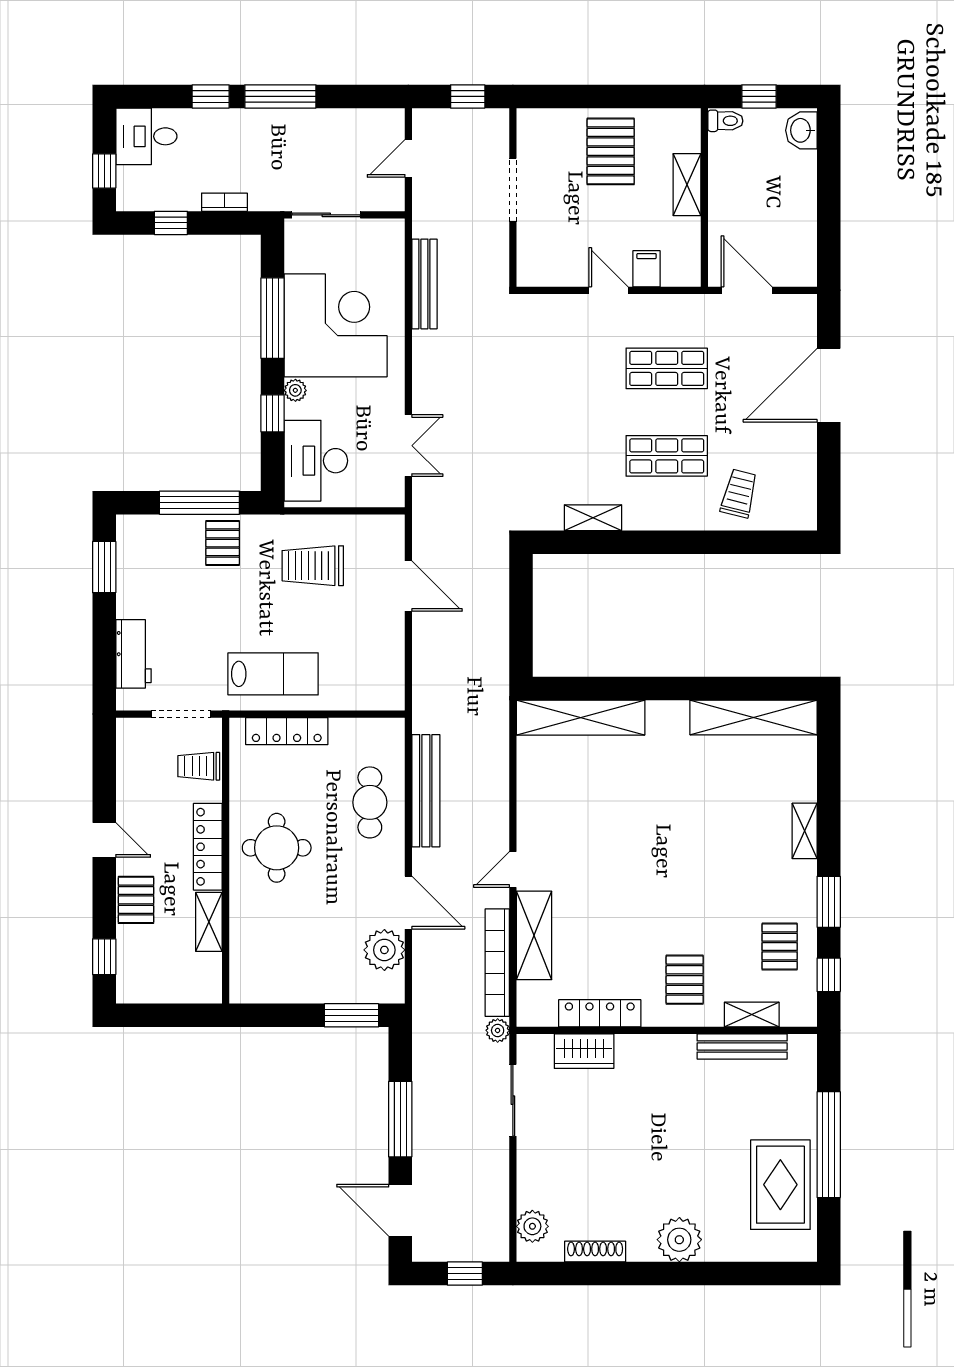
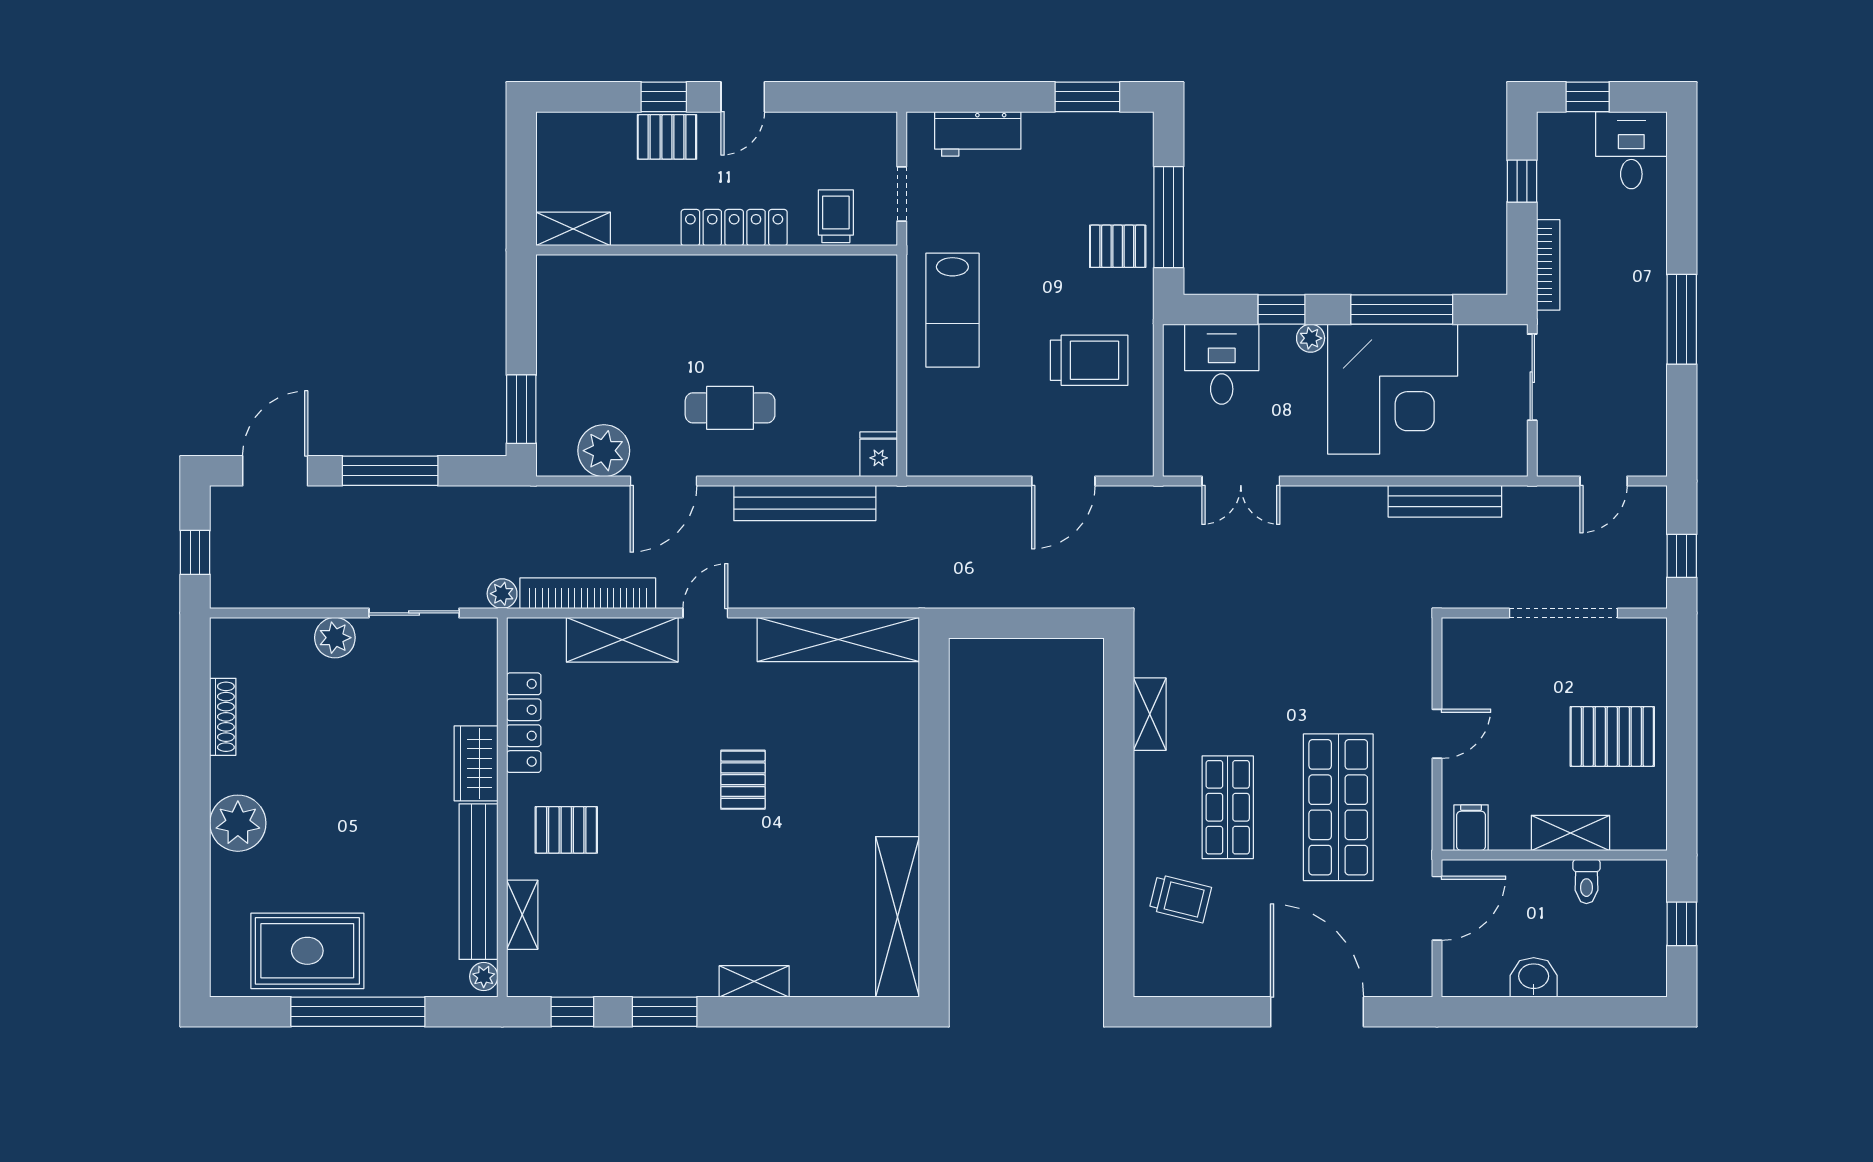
window: (211, 96) -> (1682, 231), removed
toilet: (725, 121) -> (1586, 881), moved
washbasin: (801, 130) -> (1534, 977), moved
door: (408, 158) -> (1604, 481), swing flipped
doorway: (513, 190) -> (1564, 613), width x1.36
bookcase: (224, 202) -> (1548, 265), width x1.56
filing cabinet: (647, 269) -> (1471, 828), moved, turned -90
shop shelf: (667, 368) -> (1338, 807), width x1.43, depth x1.36
desk: (316, 461) -> (1222, 364), width x0.73
trolley: (313, 566) -> (1089, 360), turned 90
doorway: (181, 714) -> (902, 194), width x0.73
shelving: (581, 718) -> (838, 639), moved, turned 90
locker: (287, 731) -> (880, 327), removed
fridge: (387, 732) -> (879, 454), added
cafe table: (370, 802) -> (730, 408), moved
round table: (277, 848) -> (733, 315), removed
door: (513, 869) -> (705, 613), hinge flipped
shelving: (209, 922) -> (573, 229), moved
pallet: (780, 947) -> (743, 780), moved, turned 90
window: (104, 957) -> (664, 97), moved
plant: (801, 1045) -> (484, 976), added
bench: (742, 1046) -> (478, 882), width x1.37, depth x1.21
wardrobe: (584, 1051) -> (476, 763), moved
plant: (532, 1226) -> (335, 638), moved

